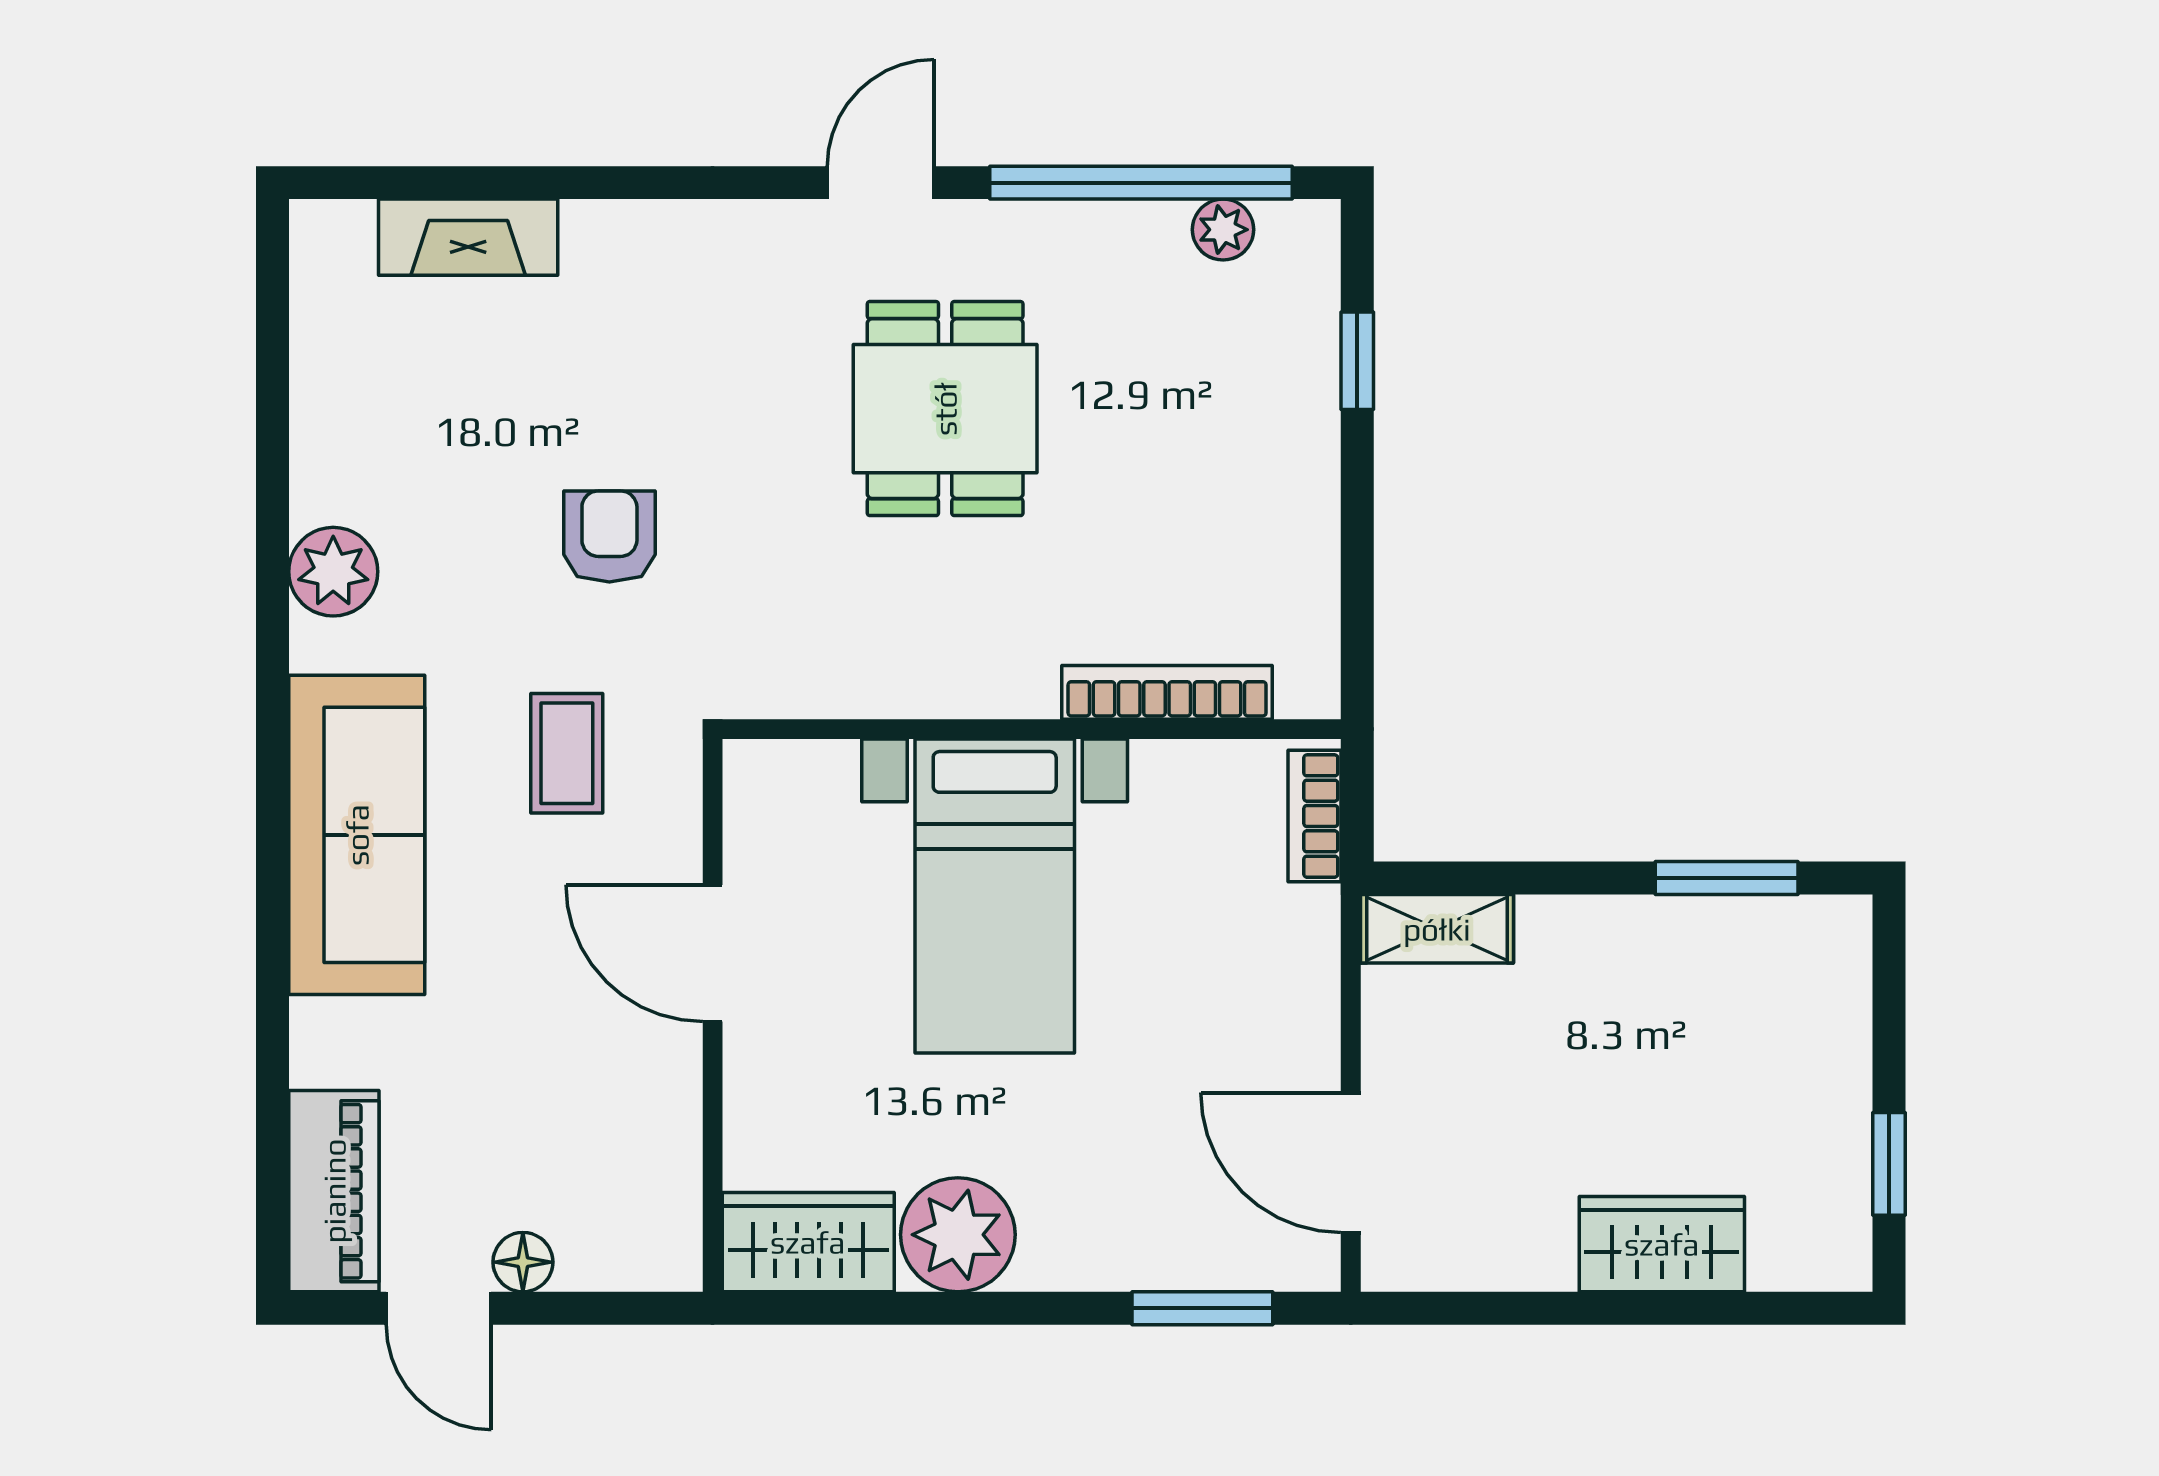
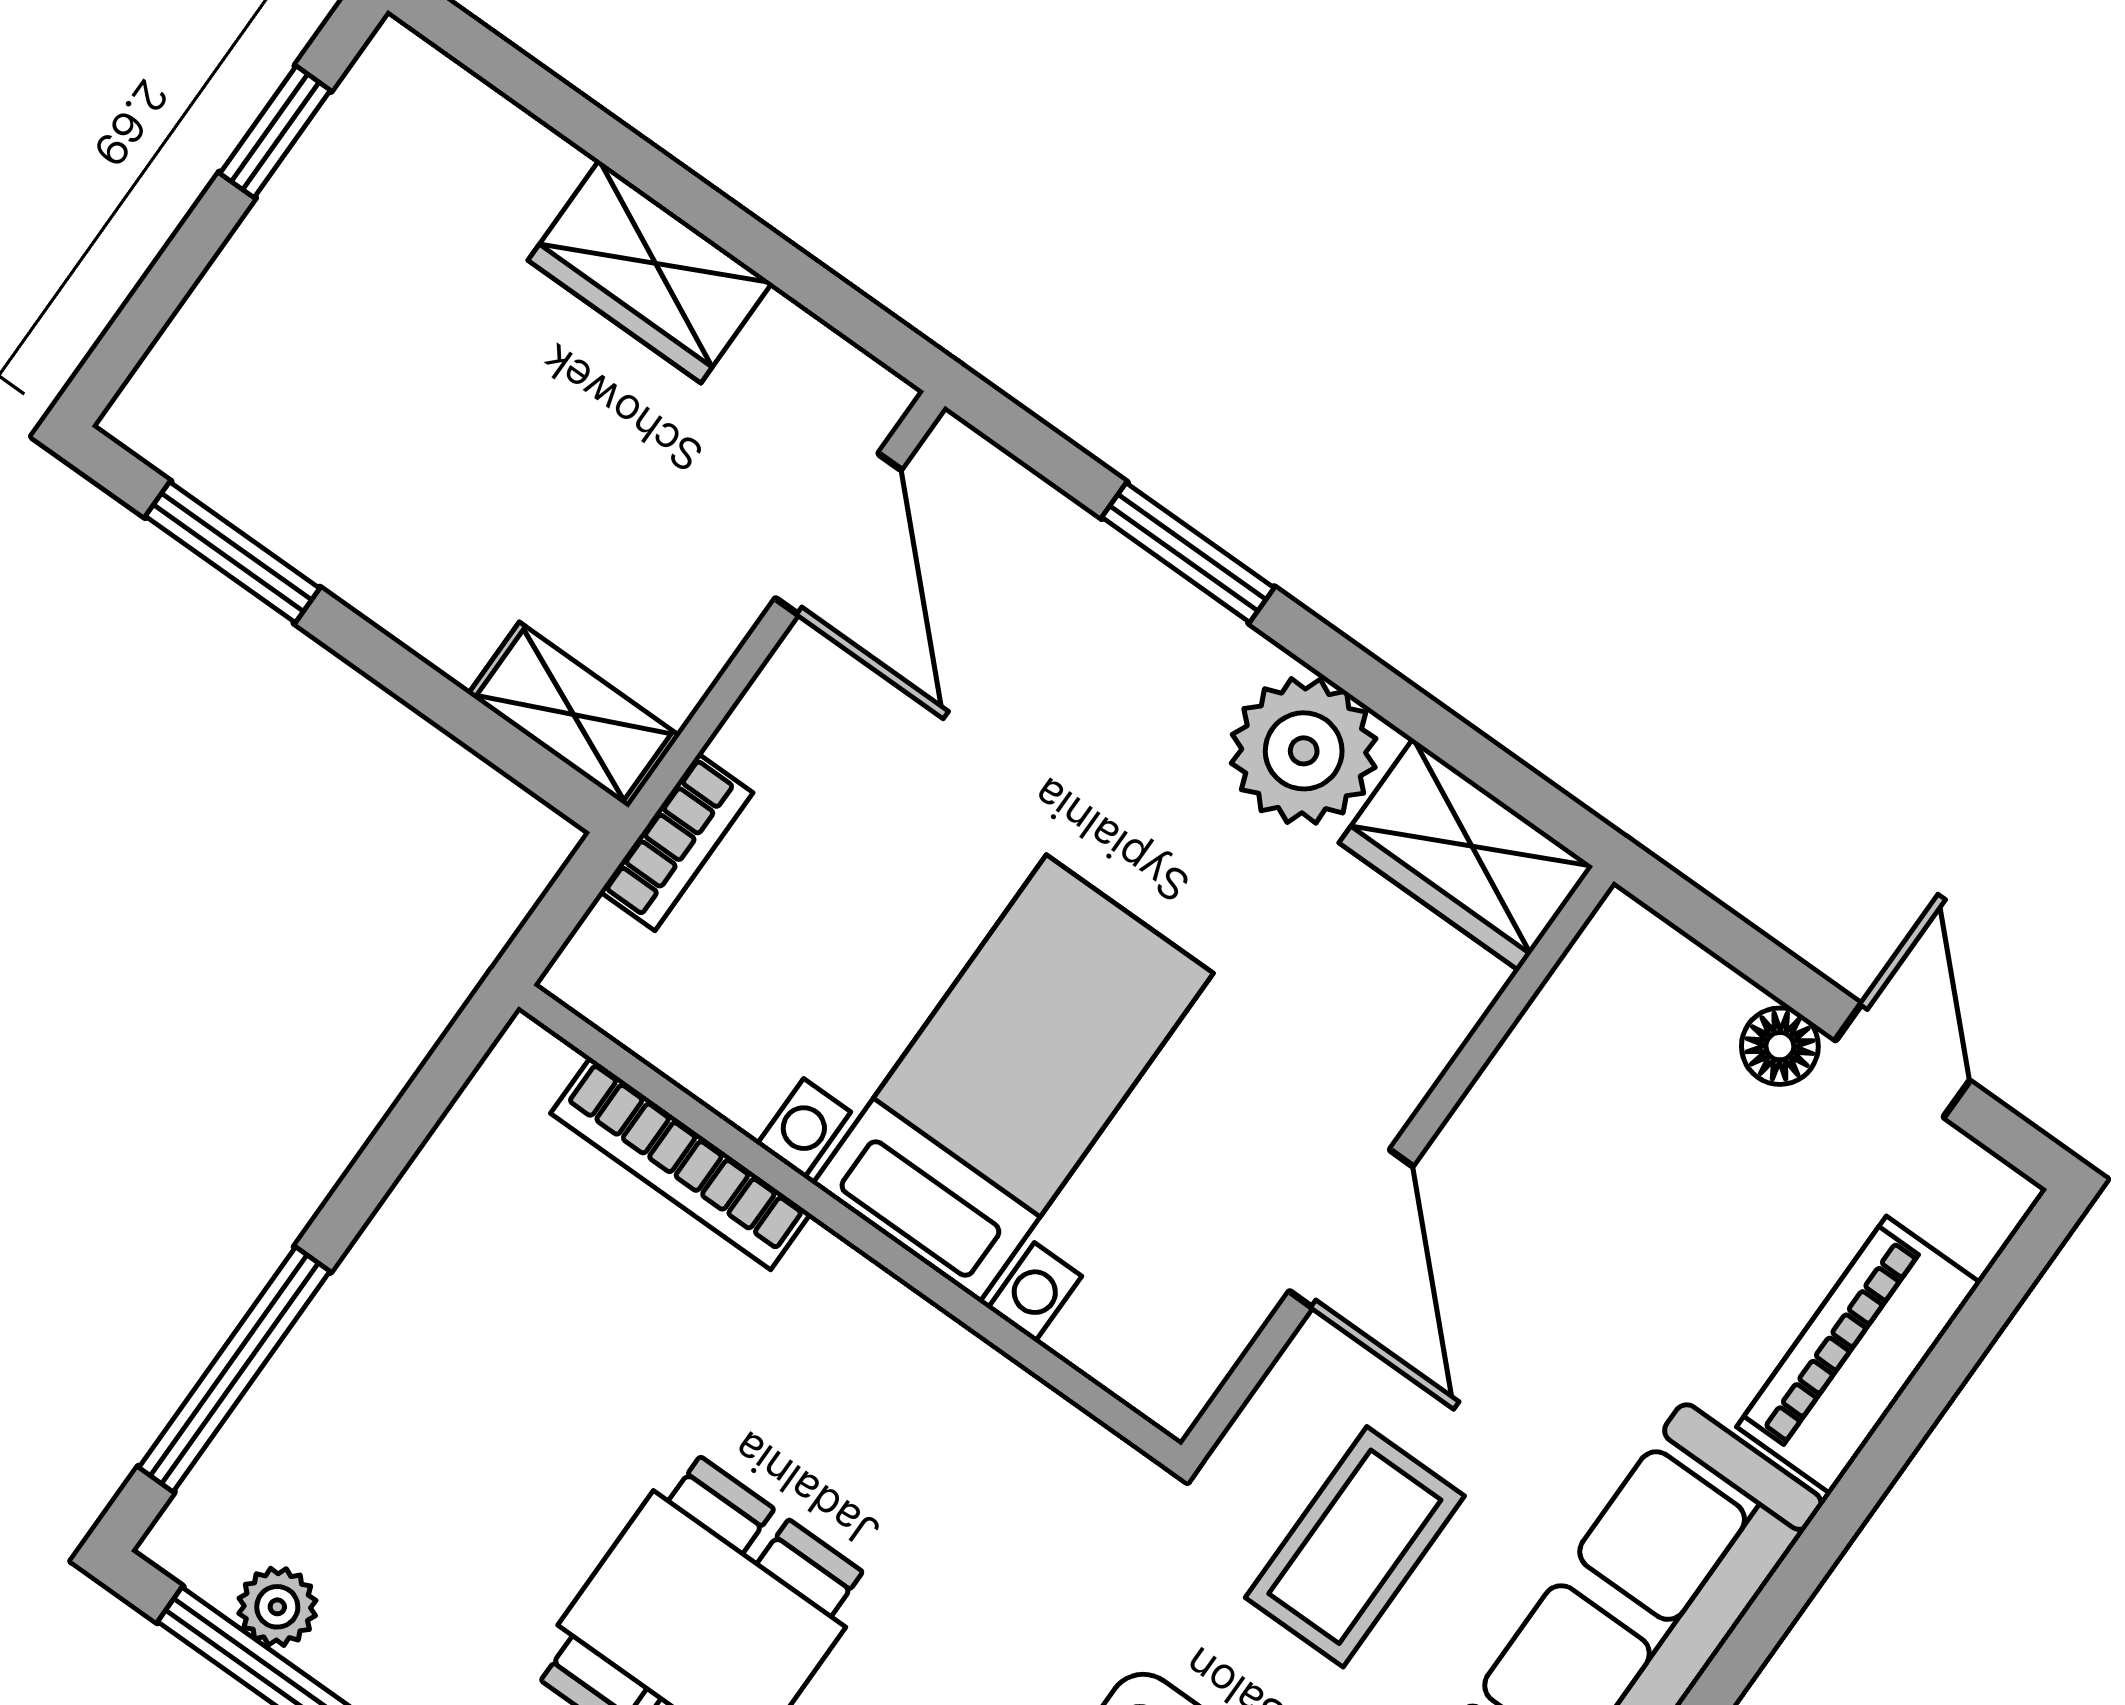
window: (1357, 361) -> (234, 1369), width x2.17
coffee table: (567, 753) -> (1355, 1547), width x1.36, depth x1.30
bookcase: (1314, 816) -> (676, 842), moved
piano: (334, 1191) -> (1859, 1355), moved
wardrobe: (1662, 1244) -> (650, 272), moved
window: (1202, 1308) -> (1188, 553), moved

